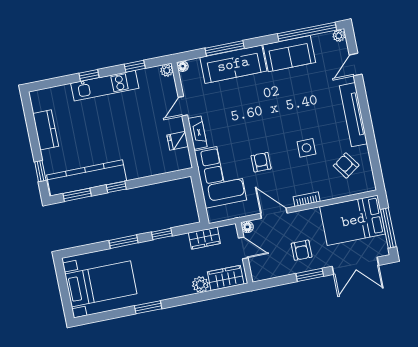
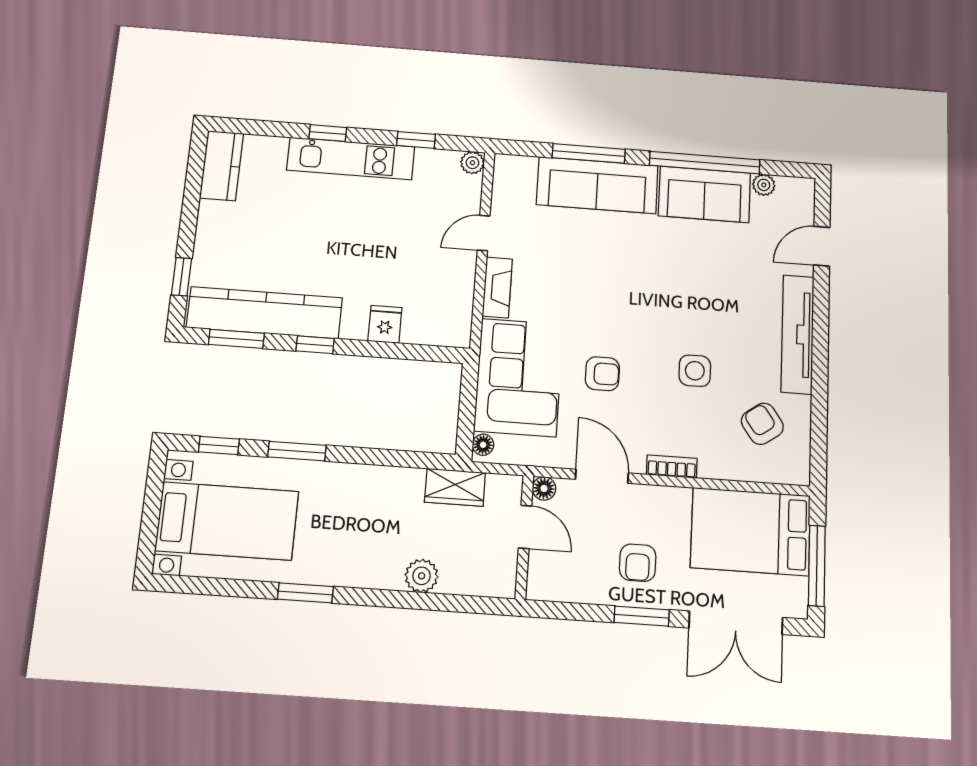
window: (307, 32) -> (705, 163), moved
plant: (339, 36) -> (764, 185), moved
floor lamp: (183, 66) -> (483, 445), moved
kitchen counter: (46, 130) -> (222, 166), moved
fridge: (178, 141) -> (385, 324), moved, turned 90
armchair: (261, 162) -> (602, 374), turned 90
window: (162, 234) -> (219, 446), moved
wardrobe: (226, 278) -> (475, 576), removed

